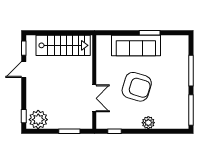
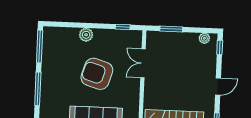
door: (24, 70) -> (218, 87), moved
plant: (38, 120) -> (204, 38), width x0.53, depth x0.53

